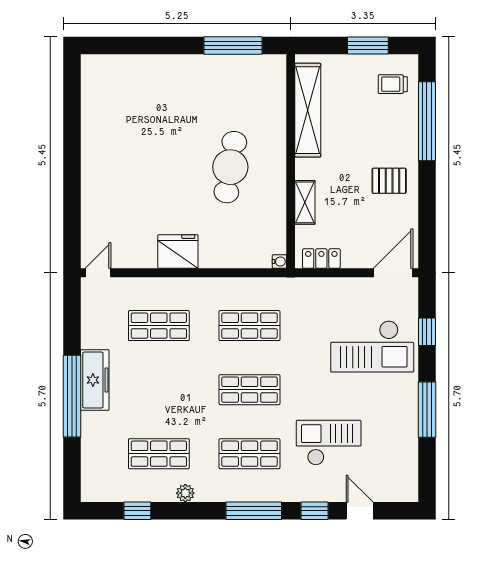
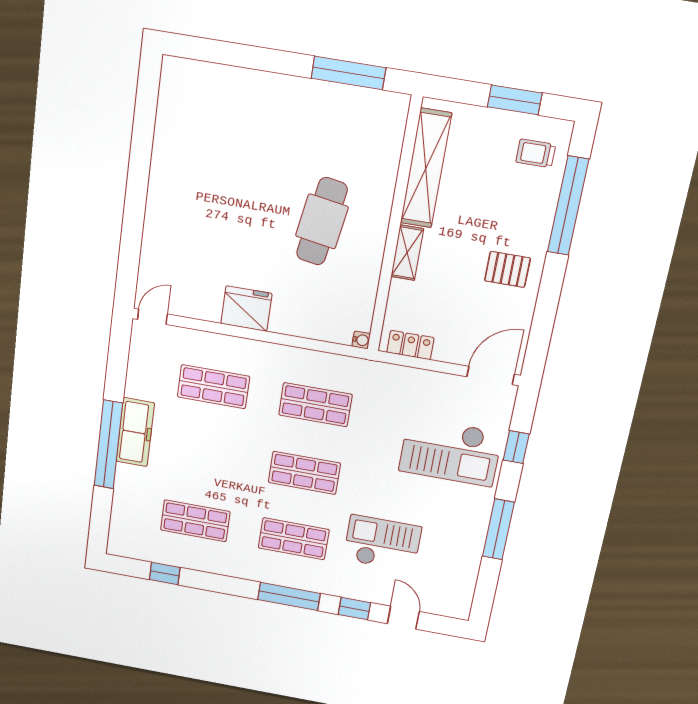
shelving: (305, 202) -> (407, 253), moved
plant: (185, 493) -> (218, 565), removed

